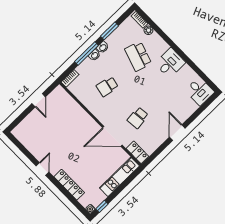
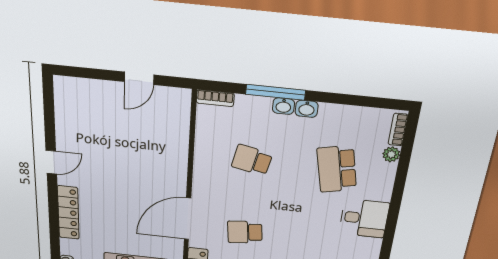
window: (109, 31) -> (342, 99), removed
school desk: (138, 56) -> (337, 169), turned -30
door: (112, 136) -> (187, 219), hinge flipped

